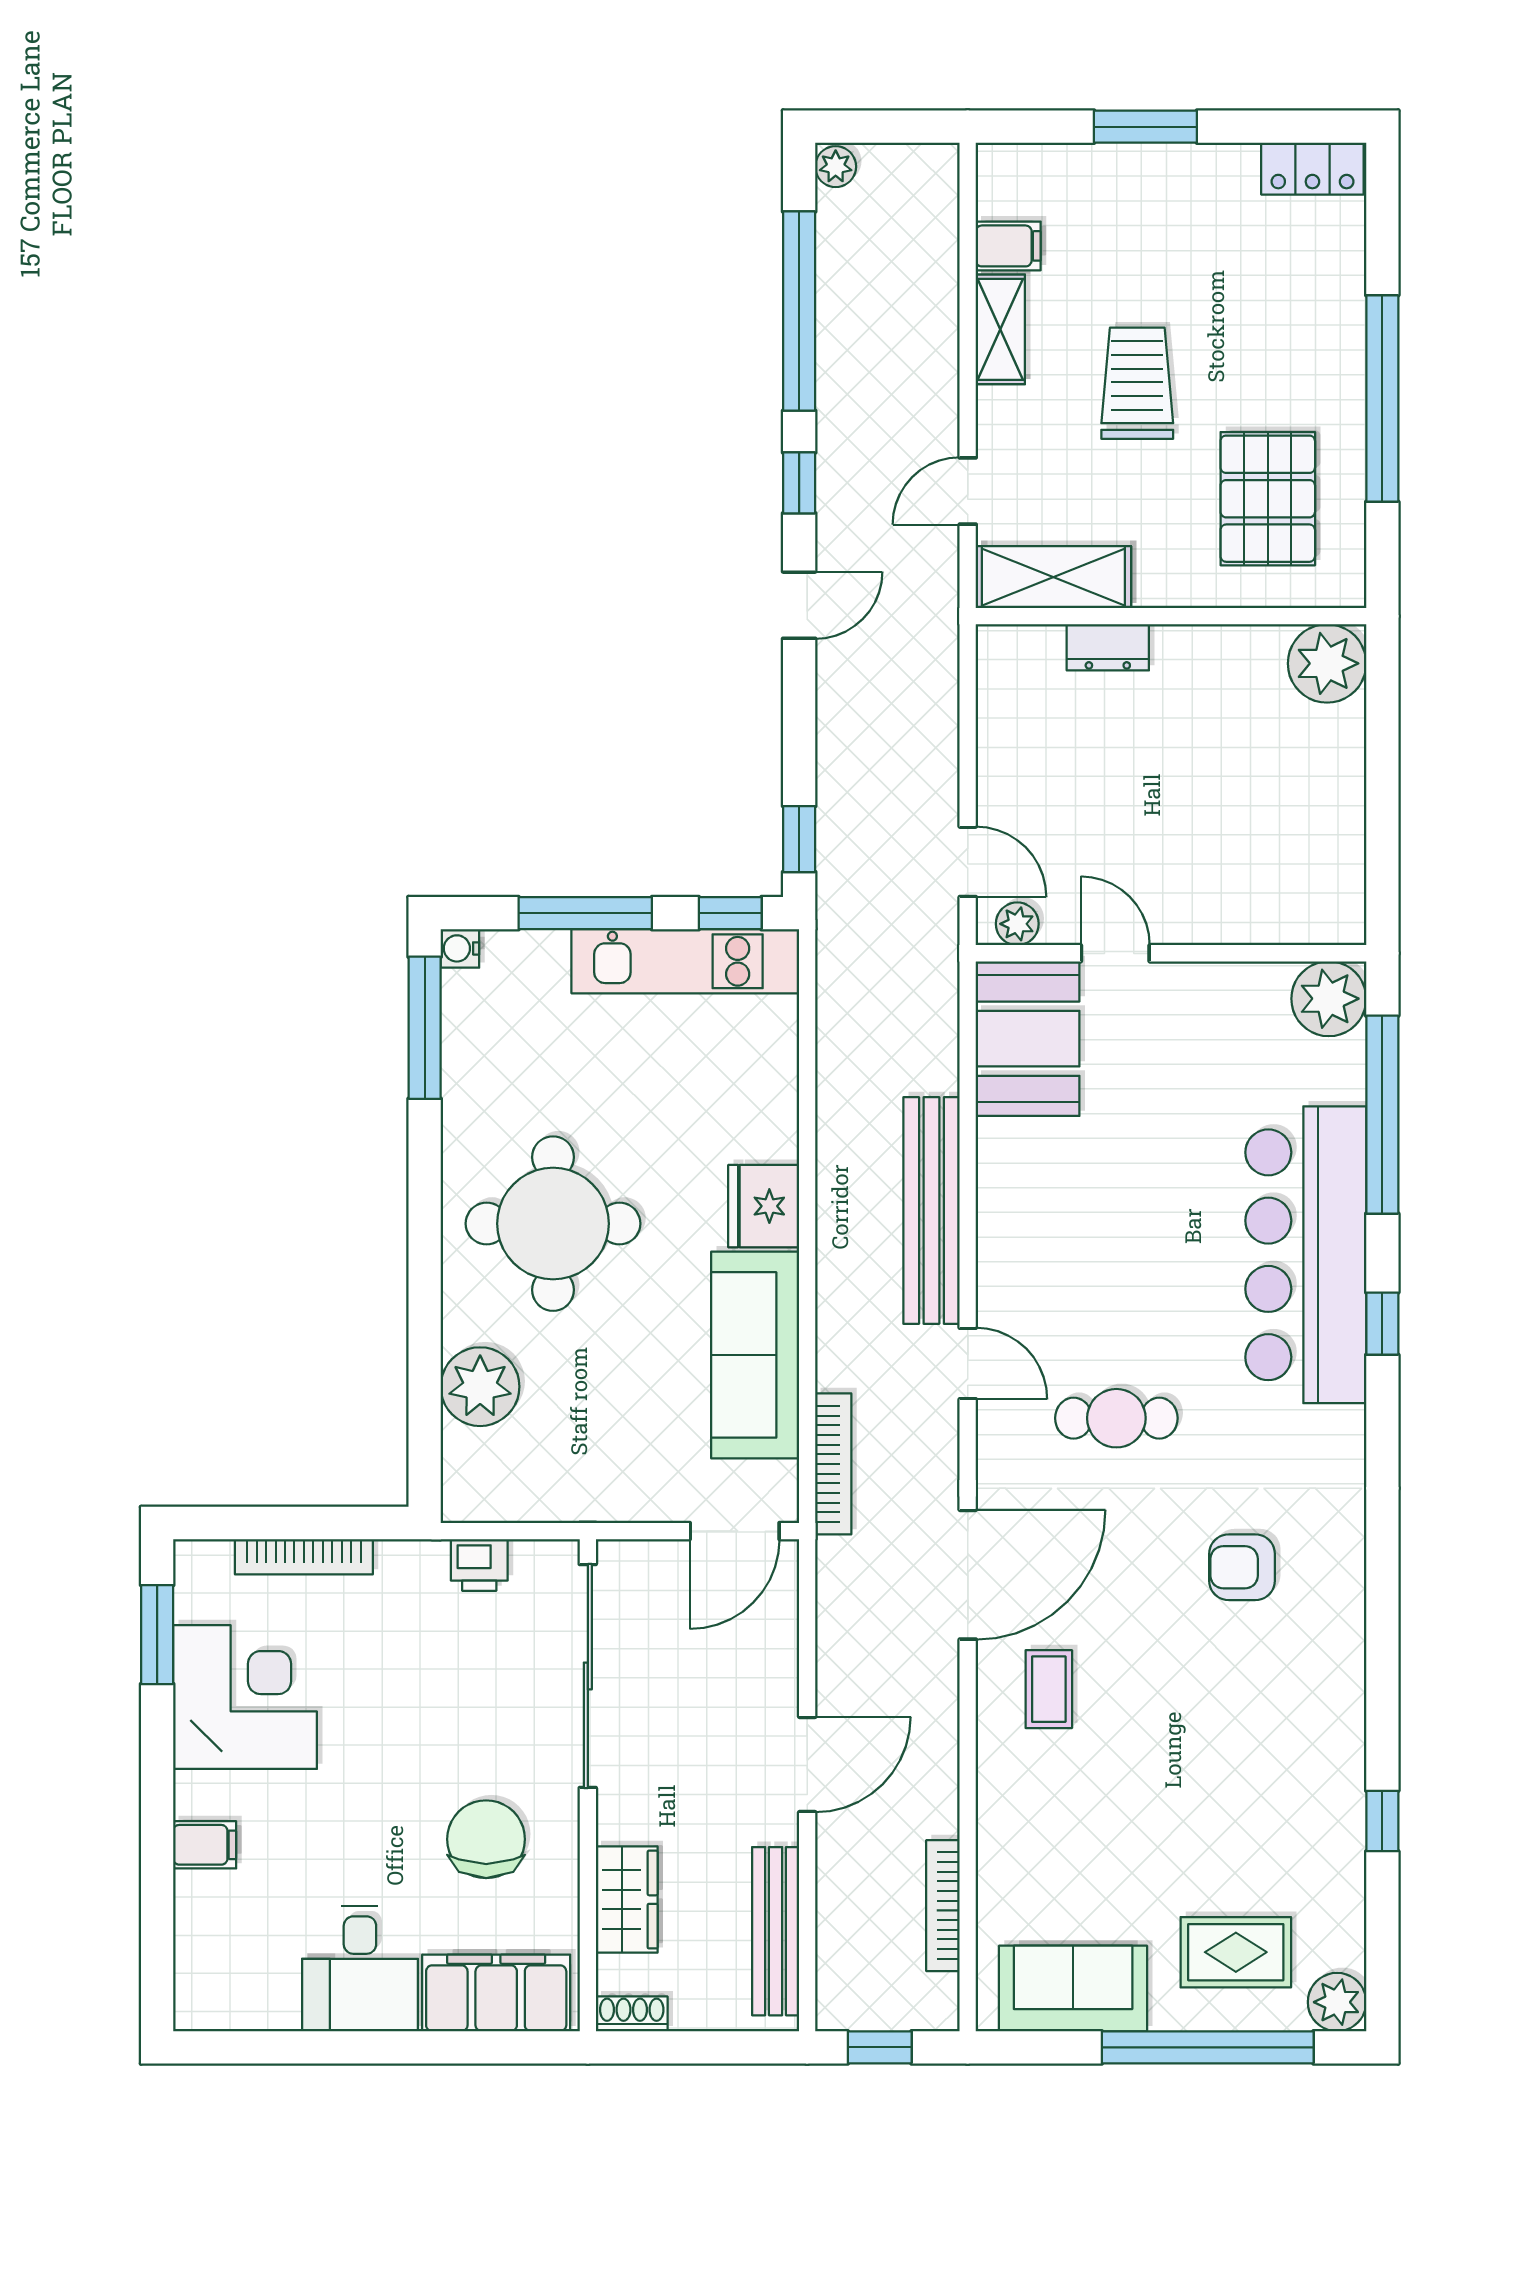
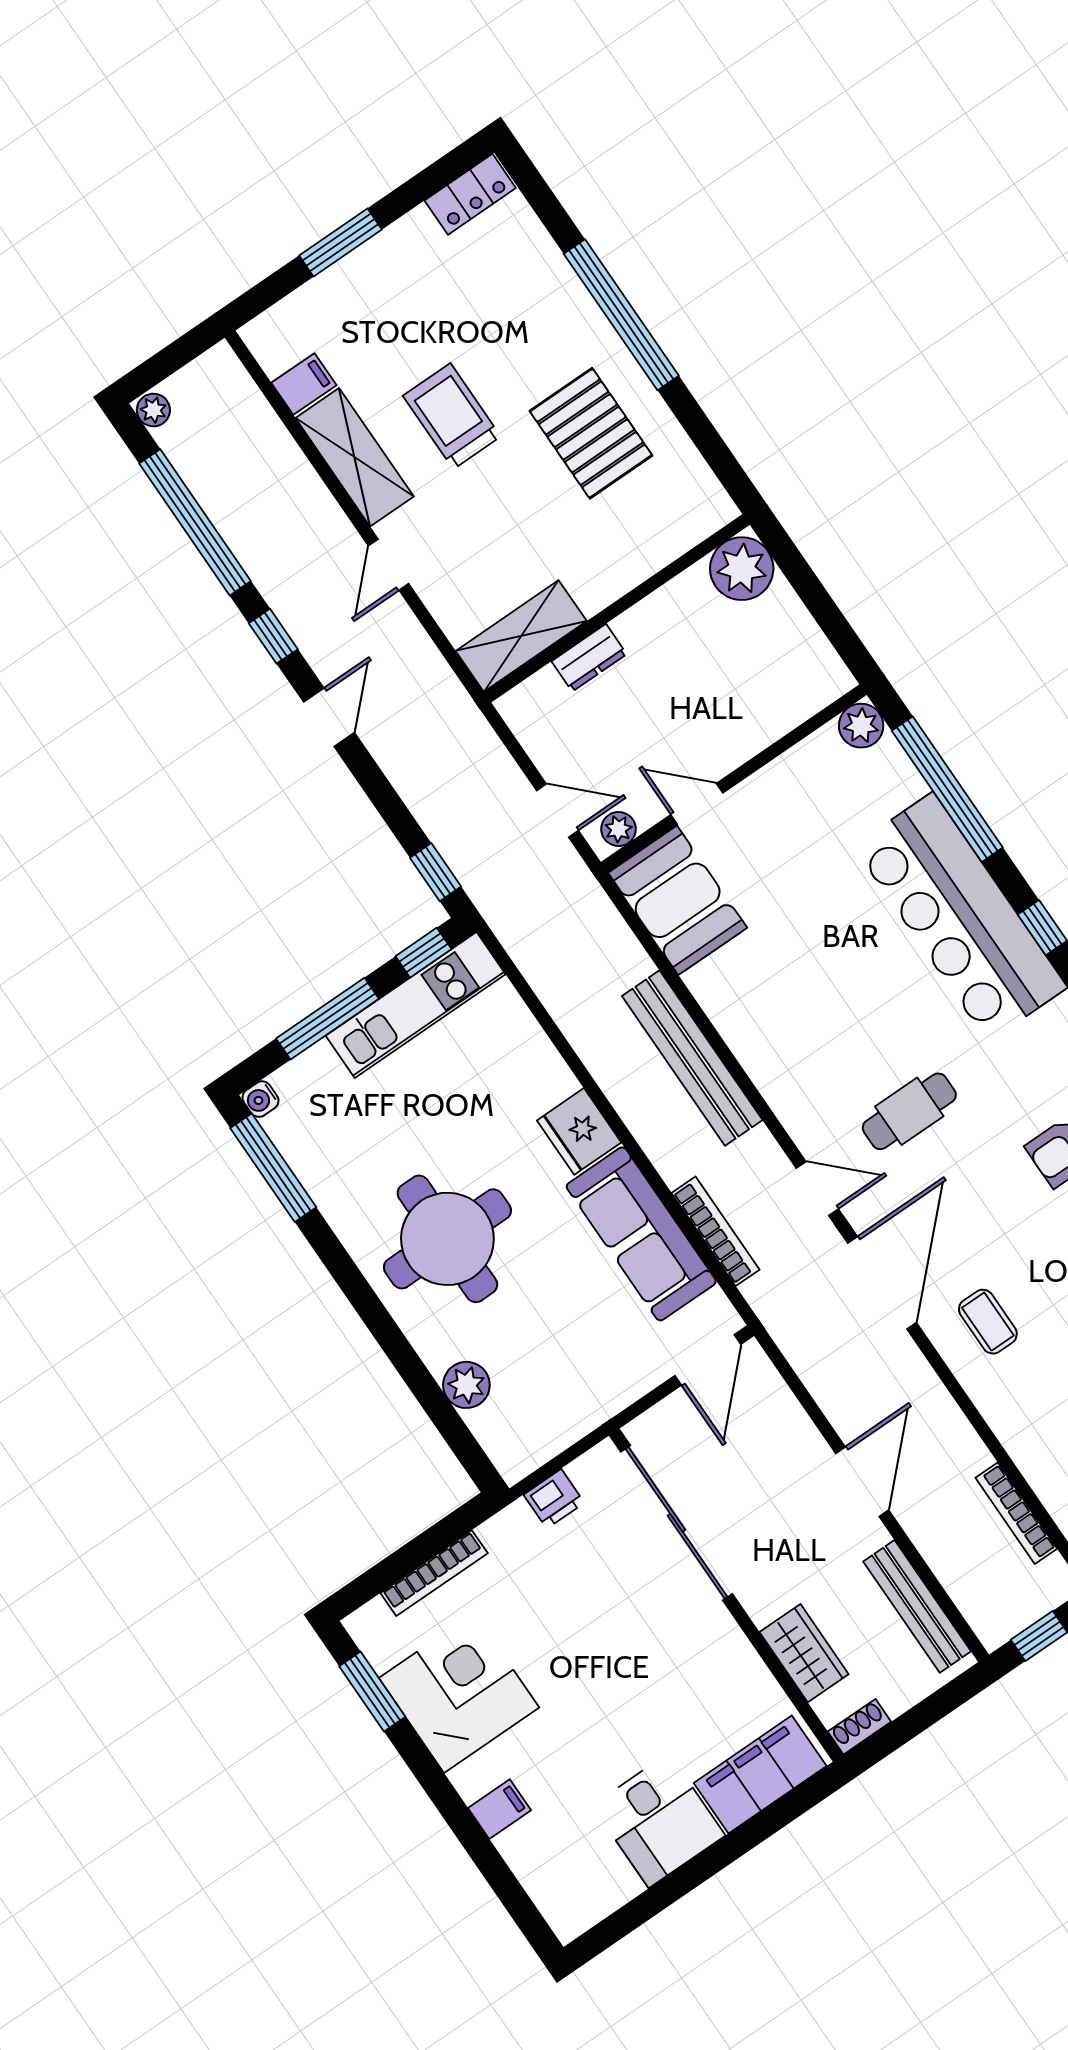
shelving: (1000, 329) -> (355, 457), width x1.50, depth x1.33
shelving: (1053, 577) -> (521, 636), moved
wall: (1171, 616) -> (617, 608), moved
dresser: (1108, 647) -> (589, 658), moved
plant: (1327, 663) -> (742, 569), moved
plant: (1329, 999) -> (861, 726), width x0.73, depth x0.73
door: (968, 1364) -> (817, 1189), moved
plant: (480, 1387) -> (466, 1385), width x0.73, depth x0.73
bookcase: (833, 1464) -> (716, 1231), moved
chair: (486, 1839) -> (683, 1677), removed

